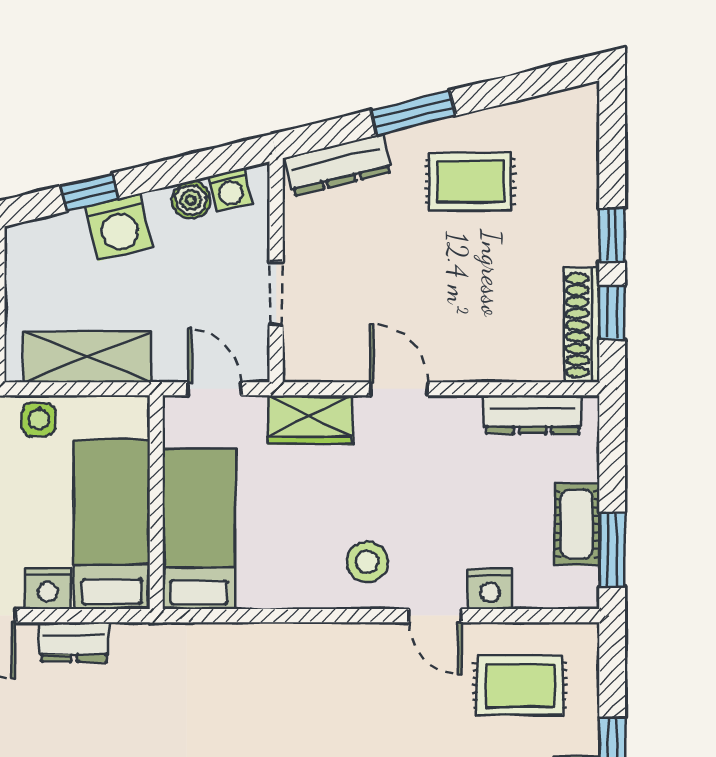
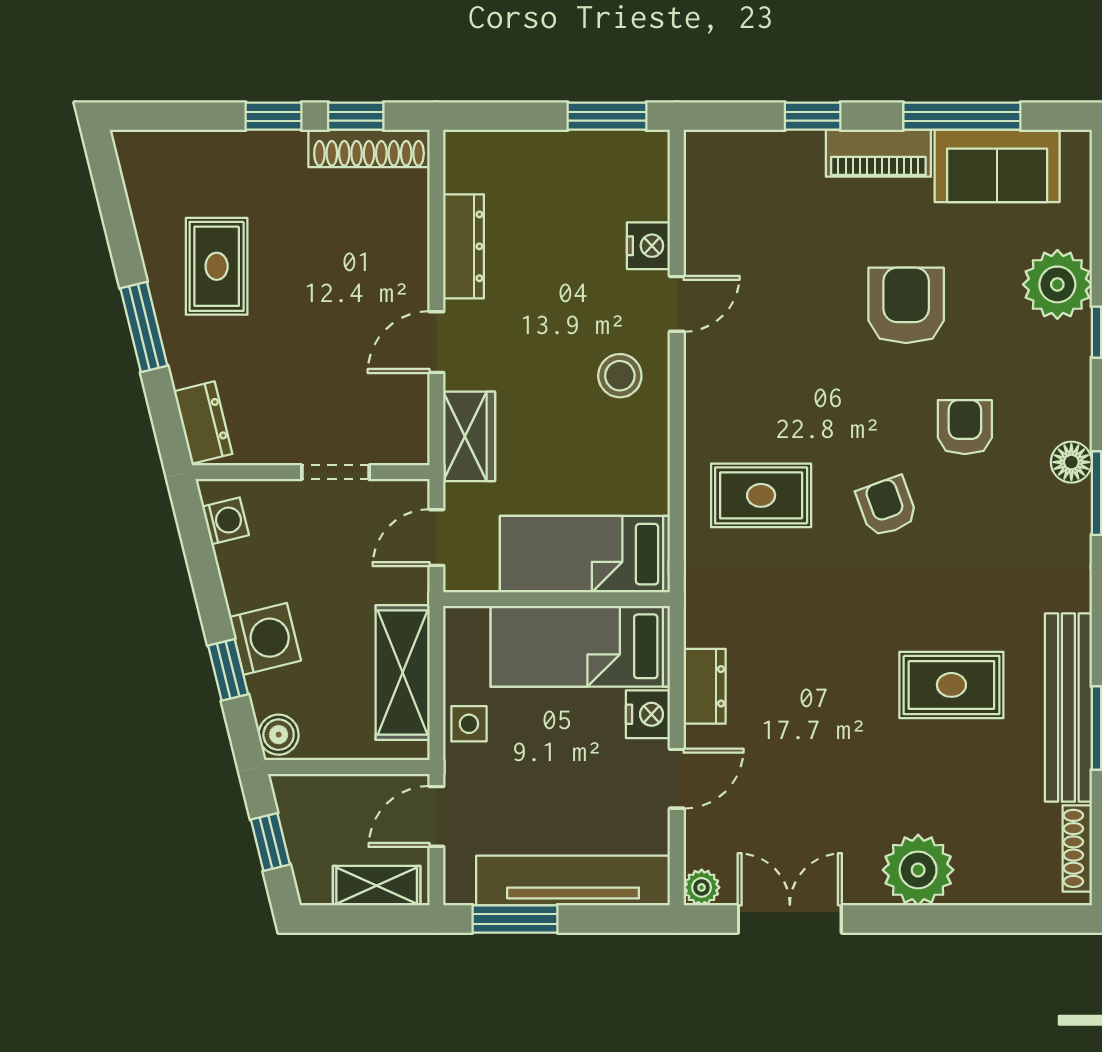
dresser: (338, 165) -> (203, 423), width x0.70
boiler: (191, 200) -> (279, 735), moved
dresser: (533, 414) -> (464, 246), moved
cot: (577, 524) -> (580, 153), removed
rug: (520, 685) -> (761, 495), moved, turned 90

